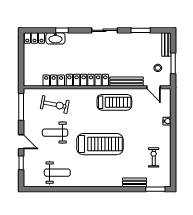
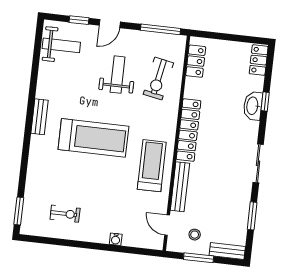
washbasin: (55, 38) -> (253, 106), moved
locker: (54, 81) -> (196, 61), moved
door: (153, 87) -> (167, 225), hinge flipped
treadmill: (114, 102) -> (152, 166), turned 180
treadmill: (100, 144) -> (93, 138), turned -90
weight bench: (57, 173) -> (61, 45), moved, turned -90
bench: (134, 182) -> (39, 117), moved

